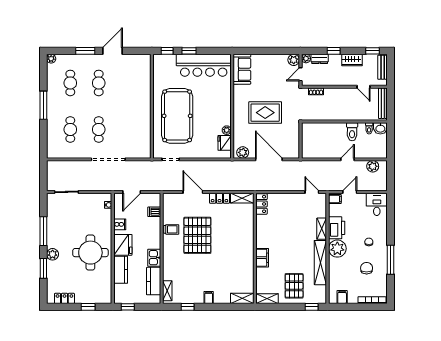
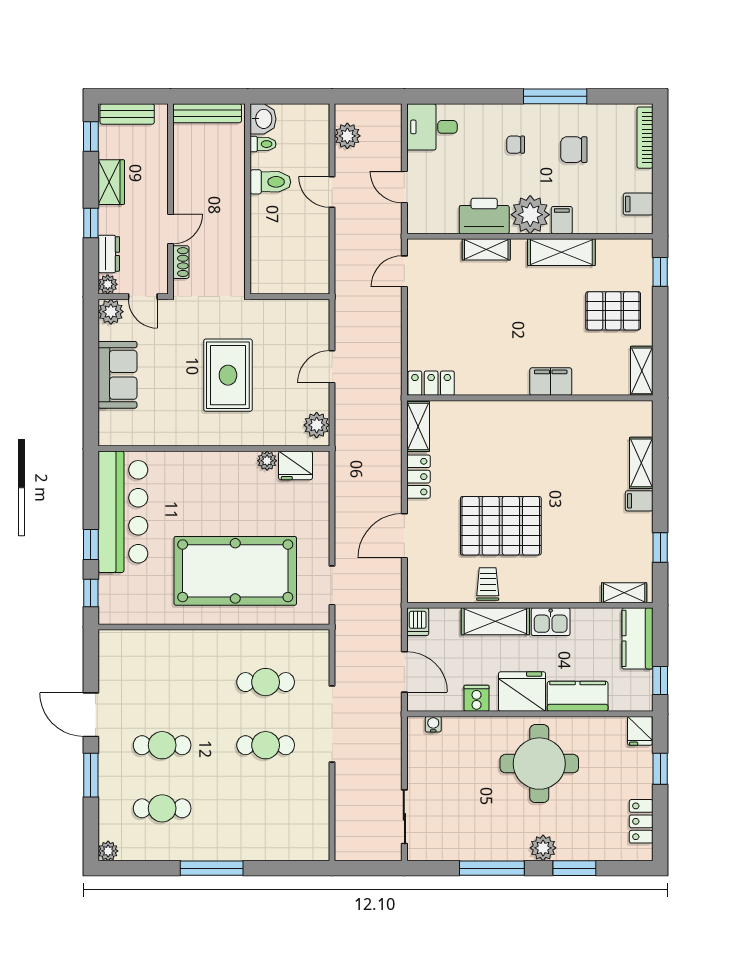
sofa: (242, 69) -> (117, 375), moved, turned 90
door: (363, 87) -> (170, 229), moved
cafe table: (70, 129) -> (266, 682), moved
door: (269, 159) -> (332, 367), width x0.53
filing cabinet: (335, 199) -> (562, 220), moved
dishwasher: (154, 212) -> (418, 622), moved
shelving: (154, 233) -> (495, 621), added
shelving: (320, 263) -> (561, 252), width x0.68
kitchen counter: (154, 281) -> (637, 638), moved, turned 90
fridge: (105, 298) -> (640, 731), added
shelving: (242, 298) -> (641, 463), moved

